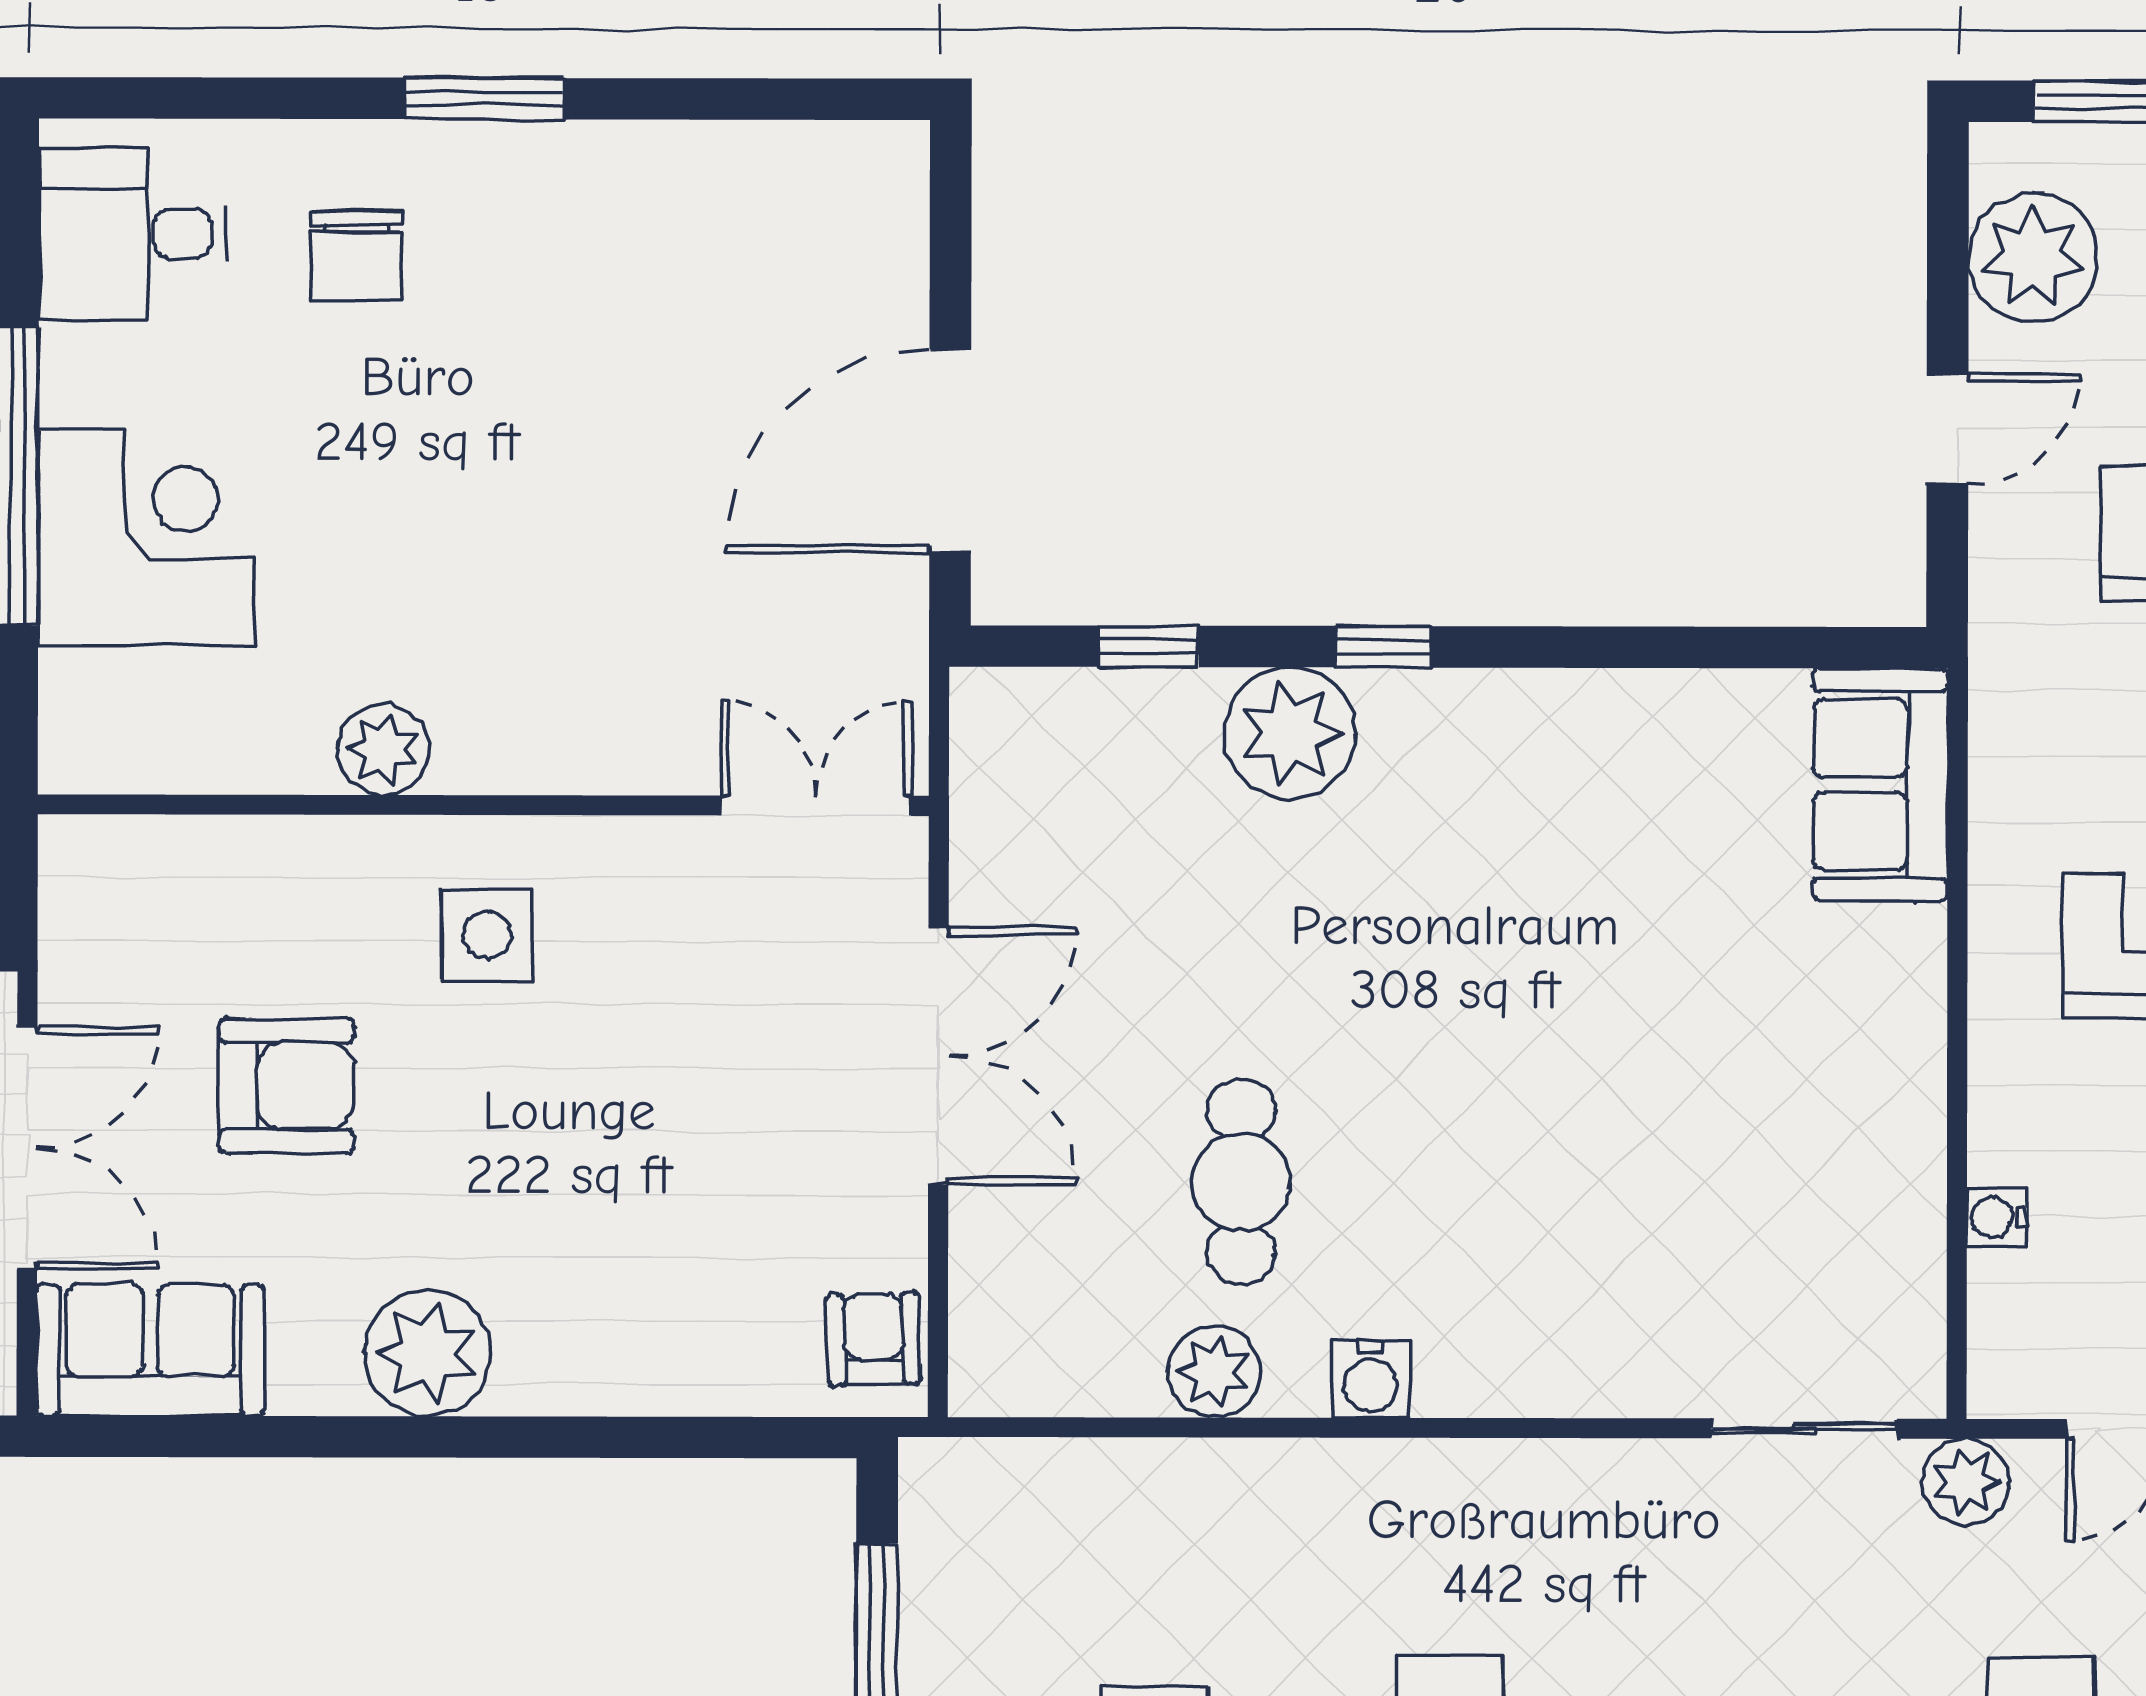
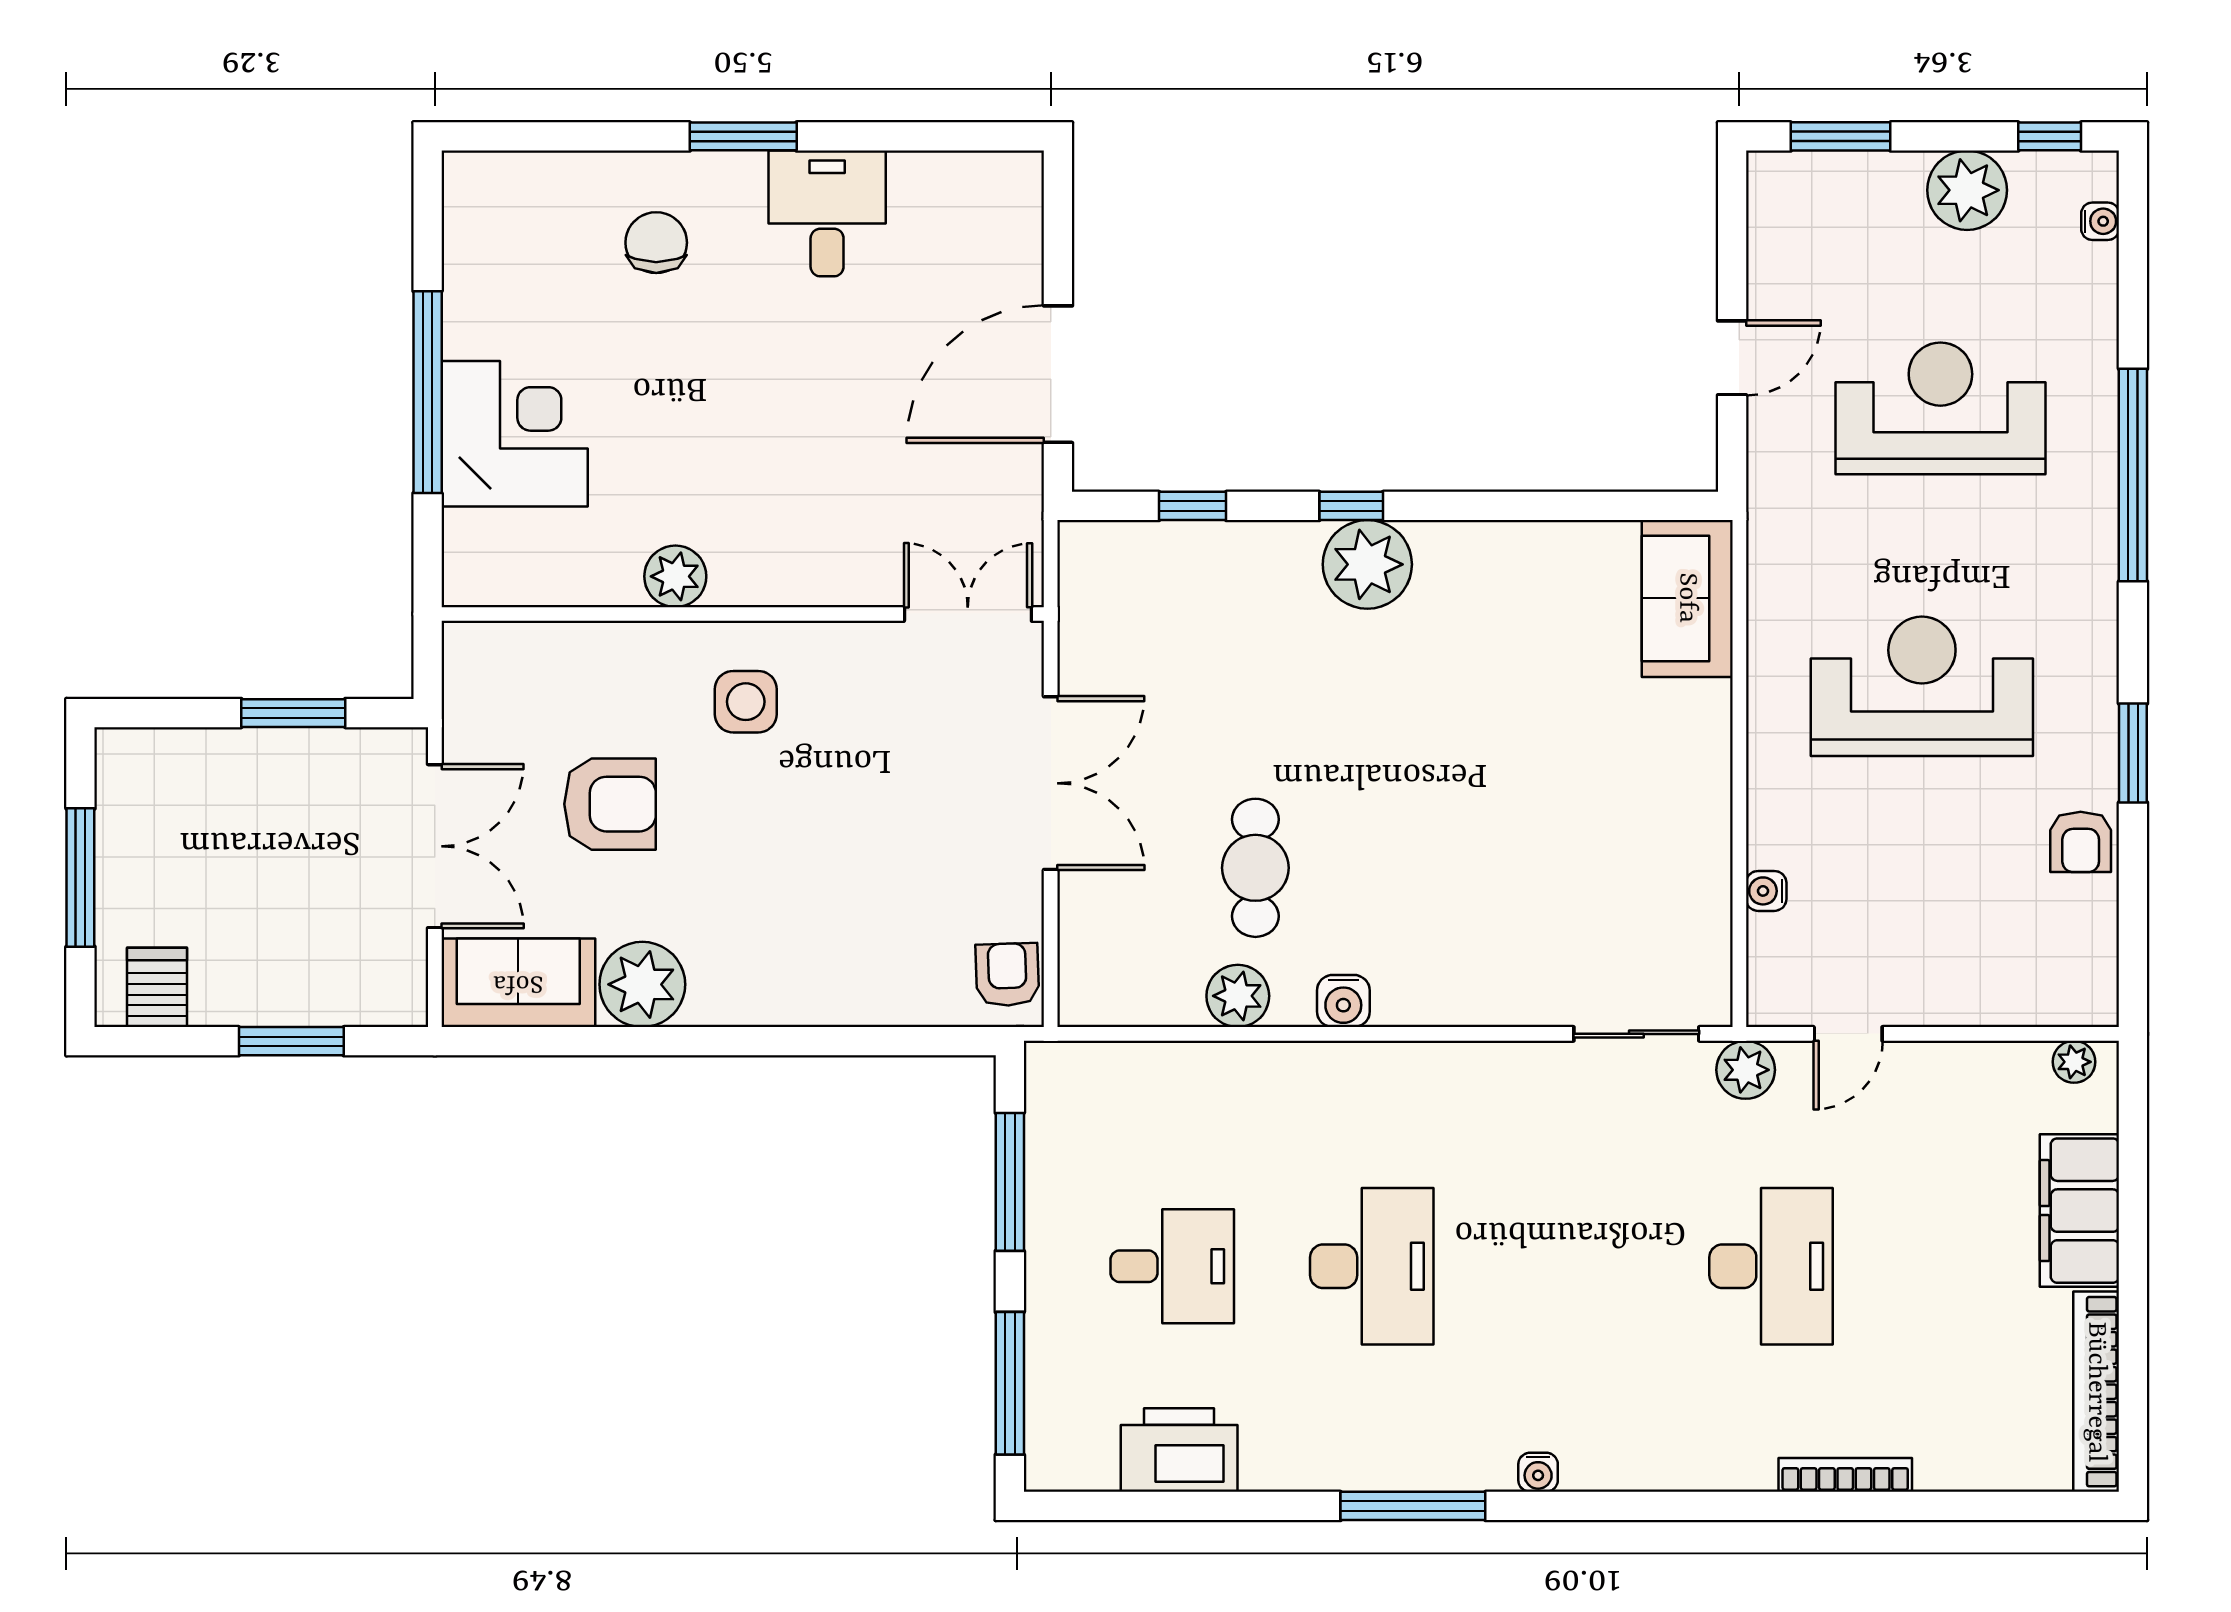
desk: (132, 234) -> (827, 213), moved, turned 90
chair: (356, 256) -> (656, 243), turned 180
plant: (2033, 258) -> (1790, 242), removed
plant: (1290, 733) -> (1367, 564), moved
plant: (428, 1353) -> (642, 984), moved

